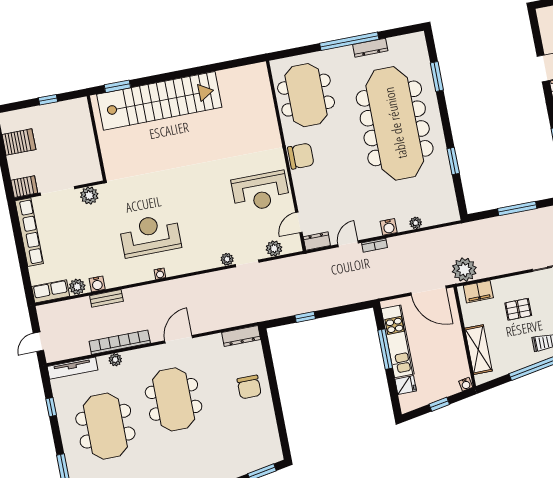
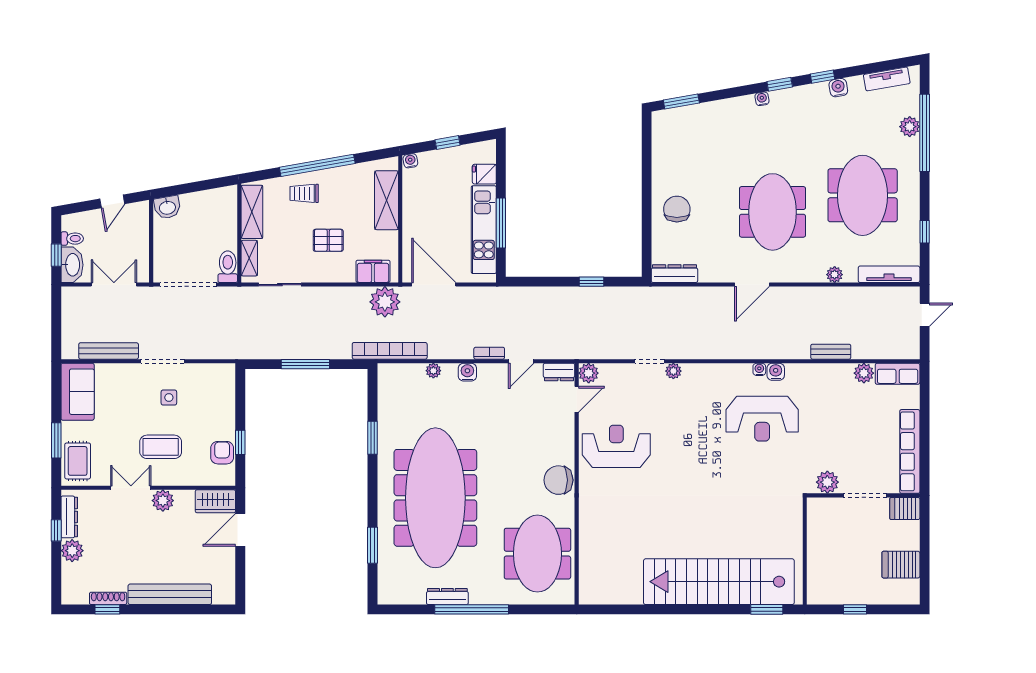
plant: (274, 248) -> (589, 373), moved
water cooler: (97, 284) -> (776, 372), moved
bookcase: (120, 342) -> (390, 351), moved, turned 180

